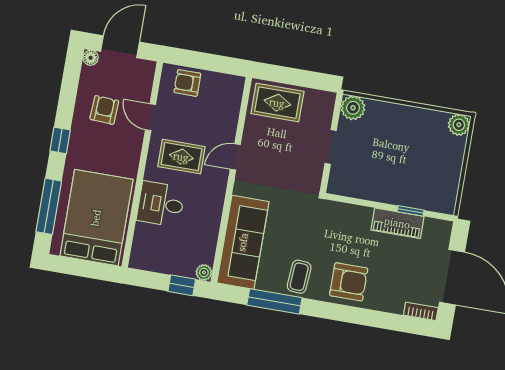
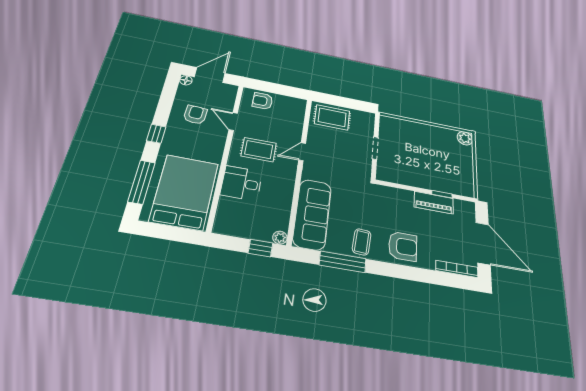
plant: (353, 108) -> (388, 124), removed
bookcase: (421, 311) -> (457, 269), width x1.56

